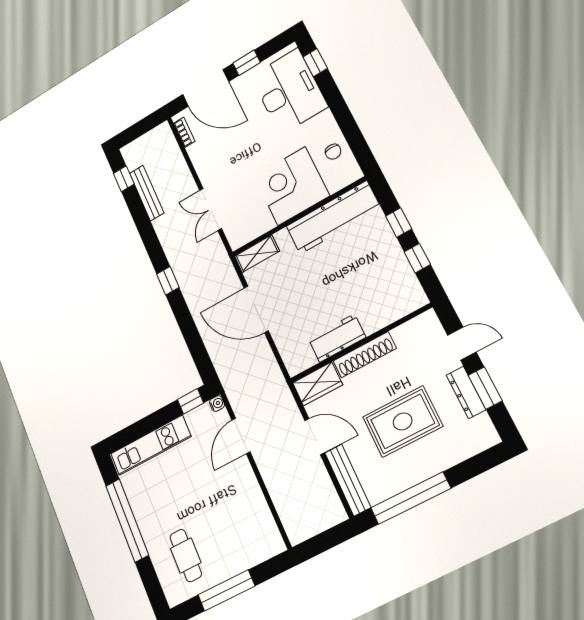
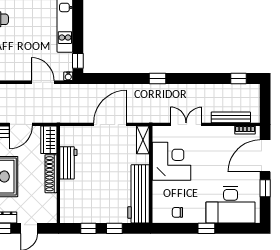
window: (315, 63) -> (206, 228), moved
corner desk: (292, 186) -> (171, 161), moved
bench: (147, 193) -> (231, 117), moved

